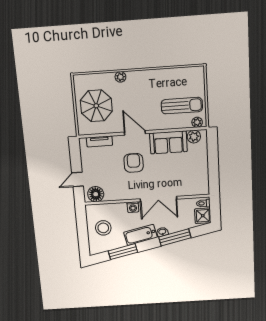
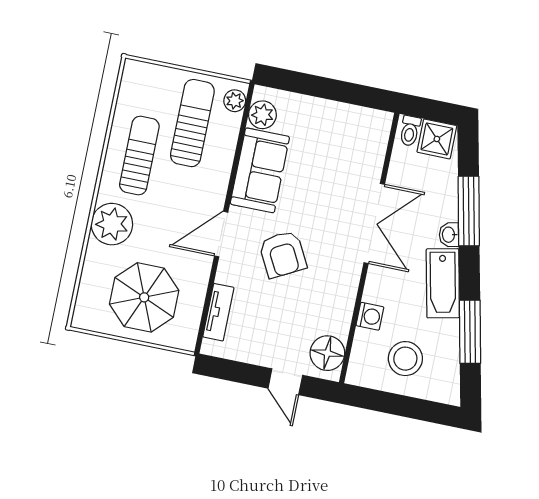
plant: (120, 77) -> (112, 224), width x1.87, depth x1.87
sun lounger: (160, 85) -> (139, 155), added
armchair: (134, 163) -> (283, 254), turned -118
washing machine: (133, 207) -> (370, 316), moved

